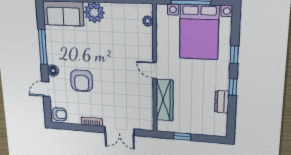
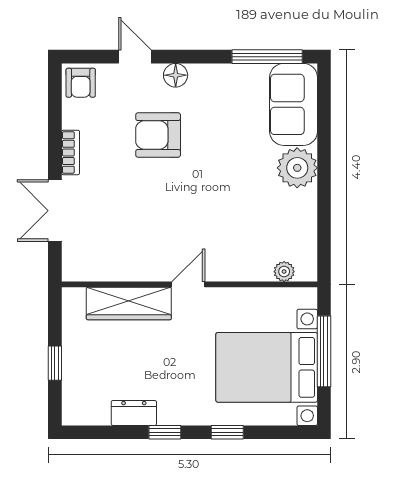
window: (43, 47) -> (267, 57), moved
window: (182, 136) -> (55, 363), moved

